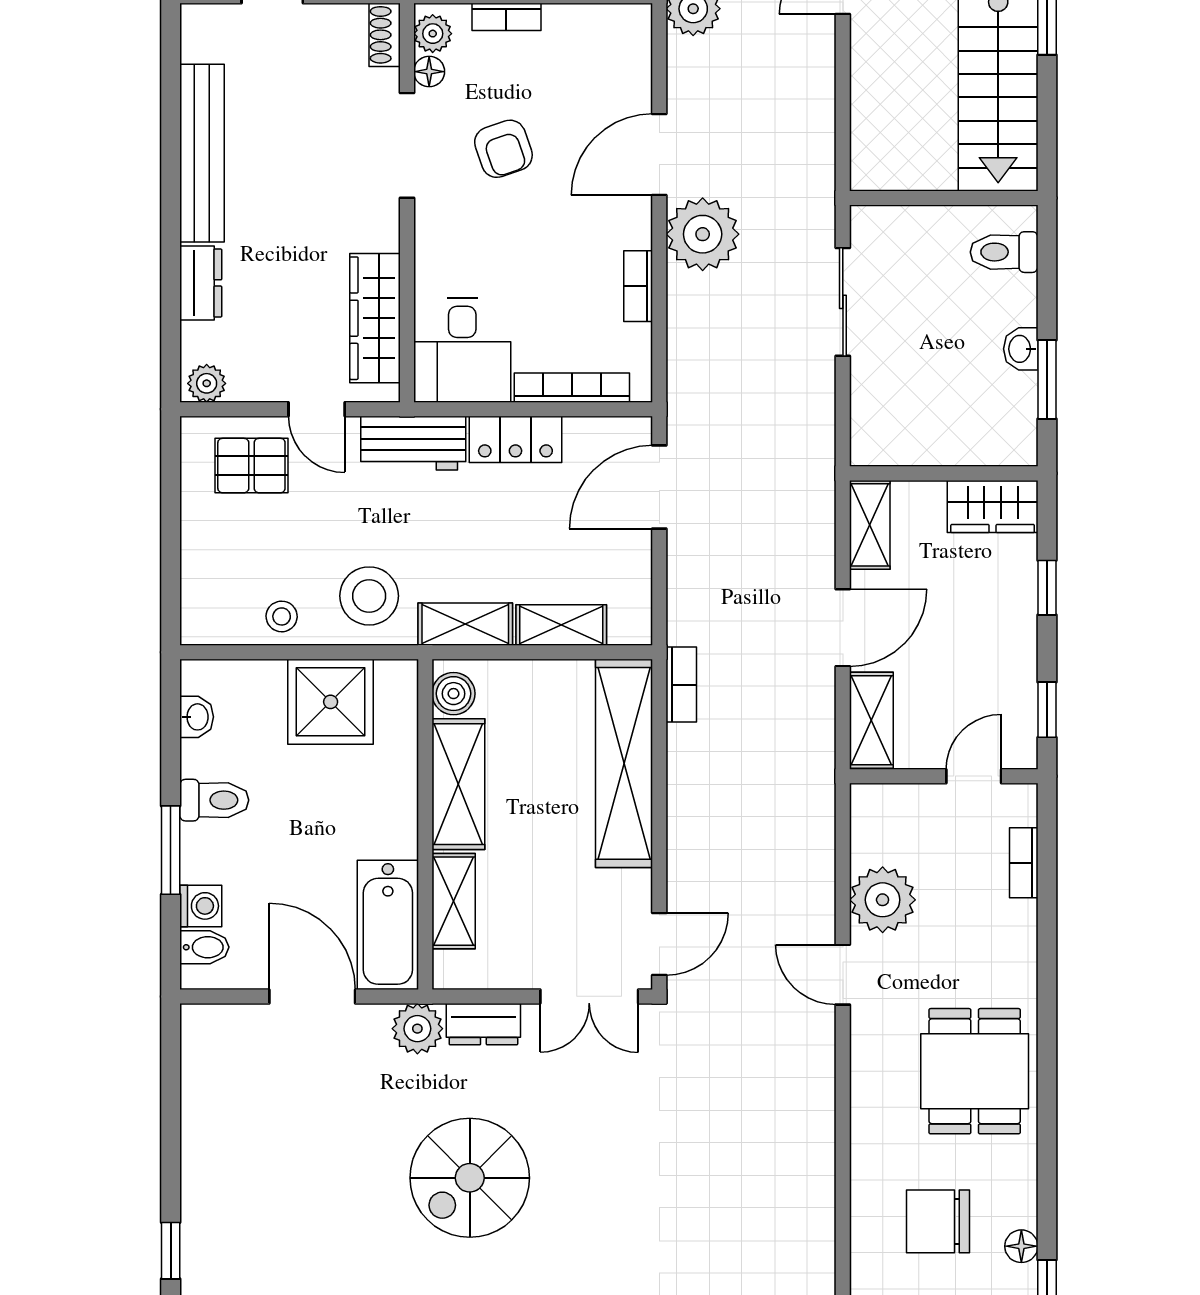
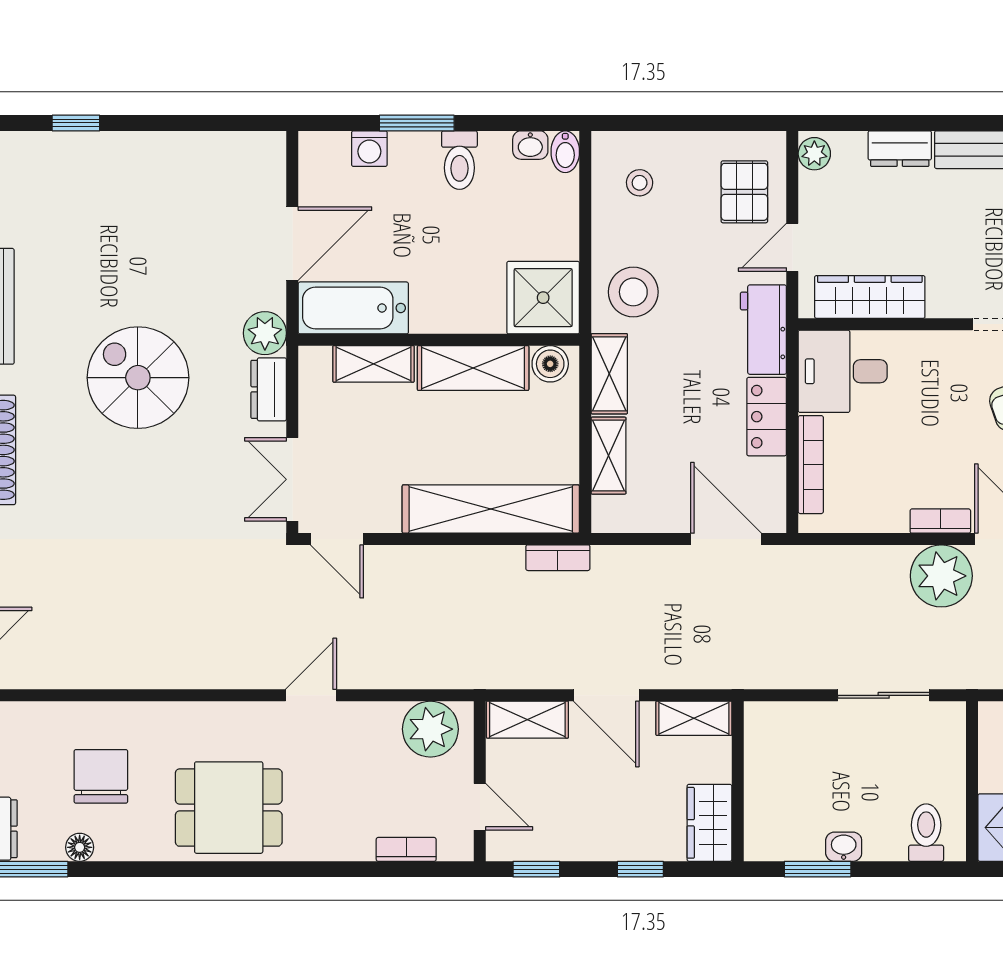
bookcase: (638, 286) -> (940, 521), moved
stool: (282, 616) -> (640, 183), moved
shower: (331, 702) -> (543, 298), moved
plant: (883, 900) -> (430, 729), moved
bidet: (204, 947) -> (565, 152), moved

